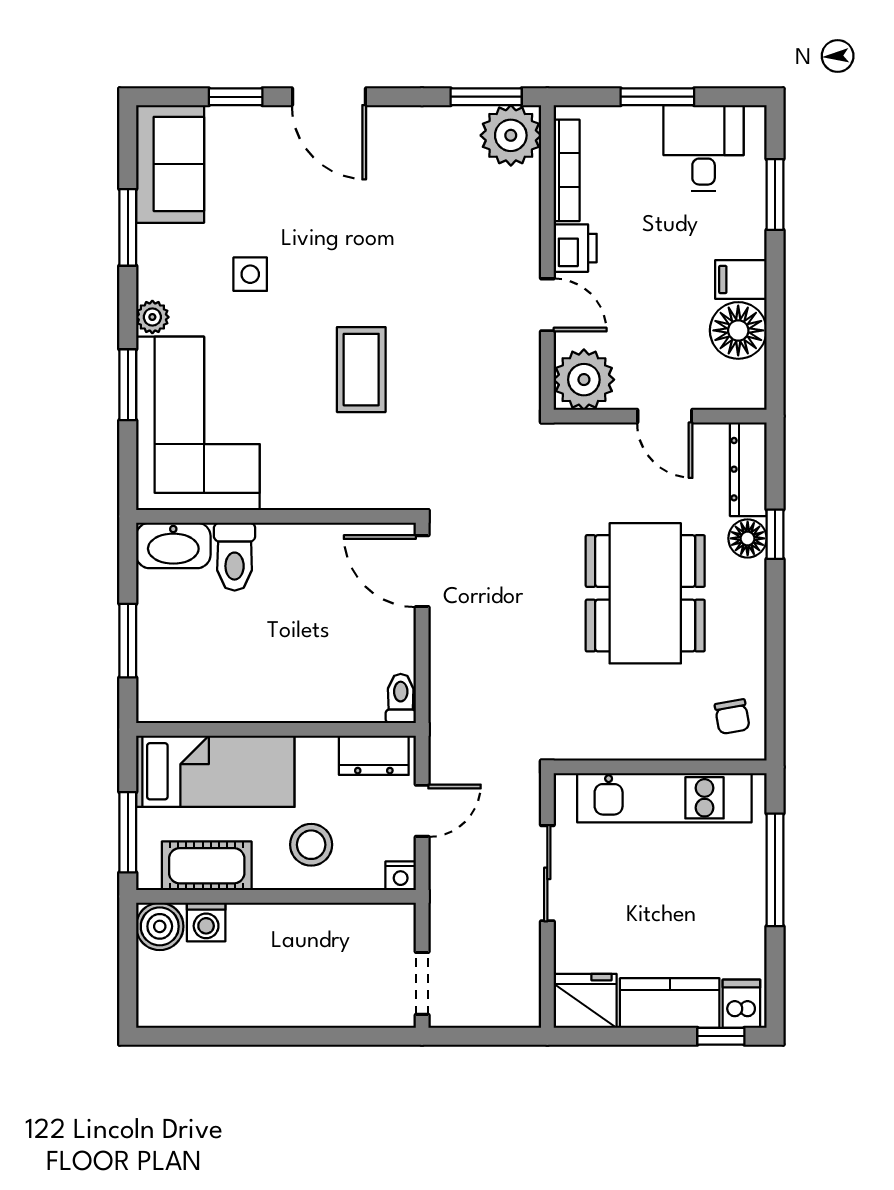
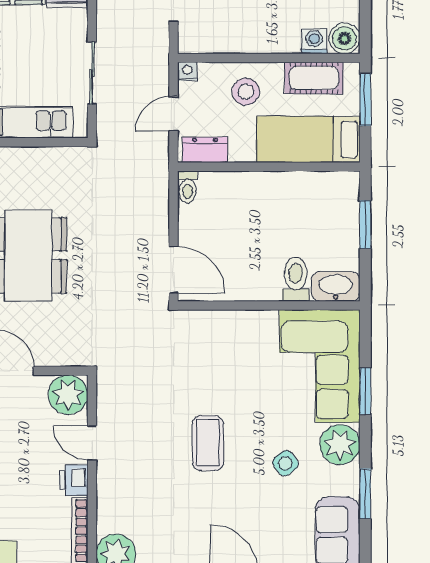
side table: (250, 274) -> (285, 463), turned -38
plant: (152, 317) -> (340, 445), width x1.87, depth x1.87
coffee table: (361, 370) -> (208, 443), moved

